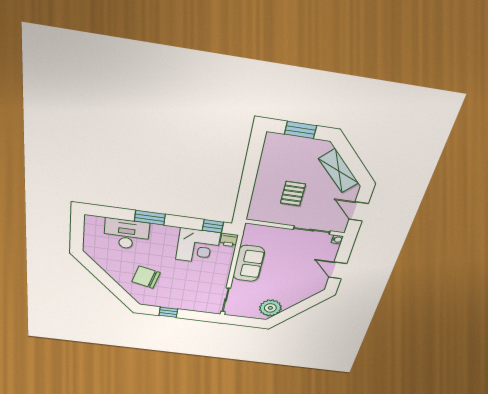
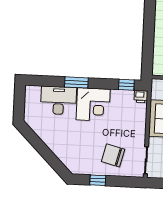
corner desk: (198, 246) -> (93, 104), moved
chair: (146, 277) -> (113, 155), moved

